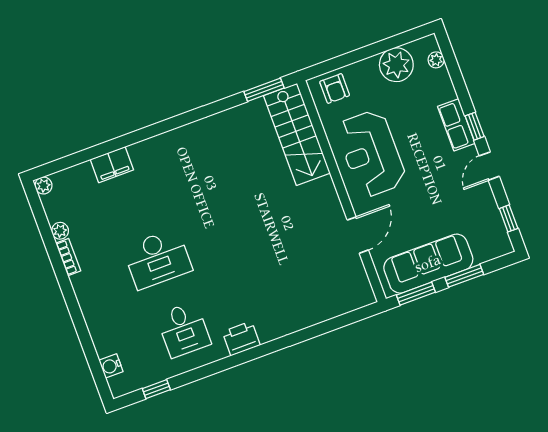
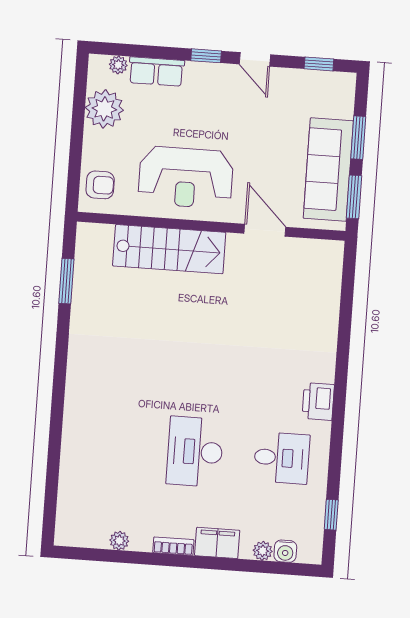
window: (264, 90) -> (66, 281), moved
row of seats: (456, 125) -> (156, 72), moved
stairs: (297, 134) -> (169, 249), moved
filing cabinet: (112, 165) -> (217, 543), moved, turned -90
plant: (44, 186) -> (263, 551), moved
bookcase: (68, 257) -> (173, 546), moved
desk: (157, 259) -> (195, 452), turned 180

